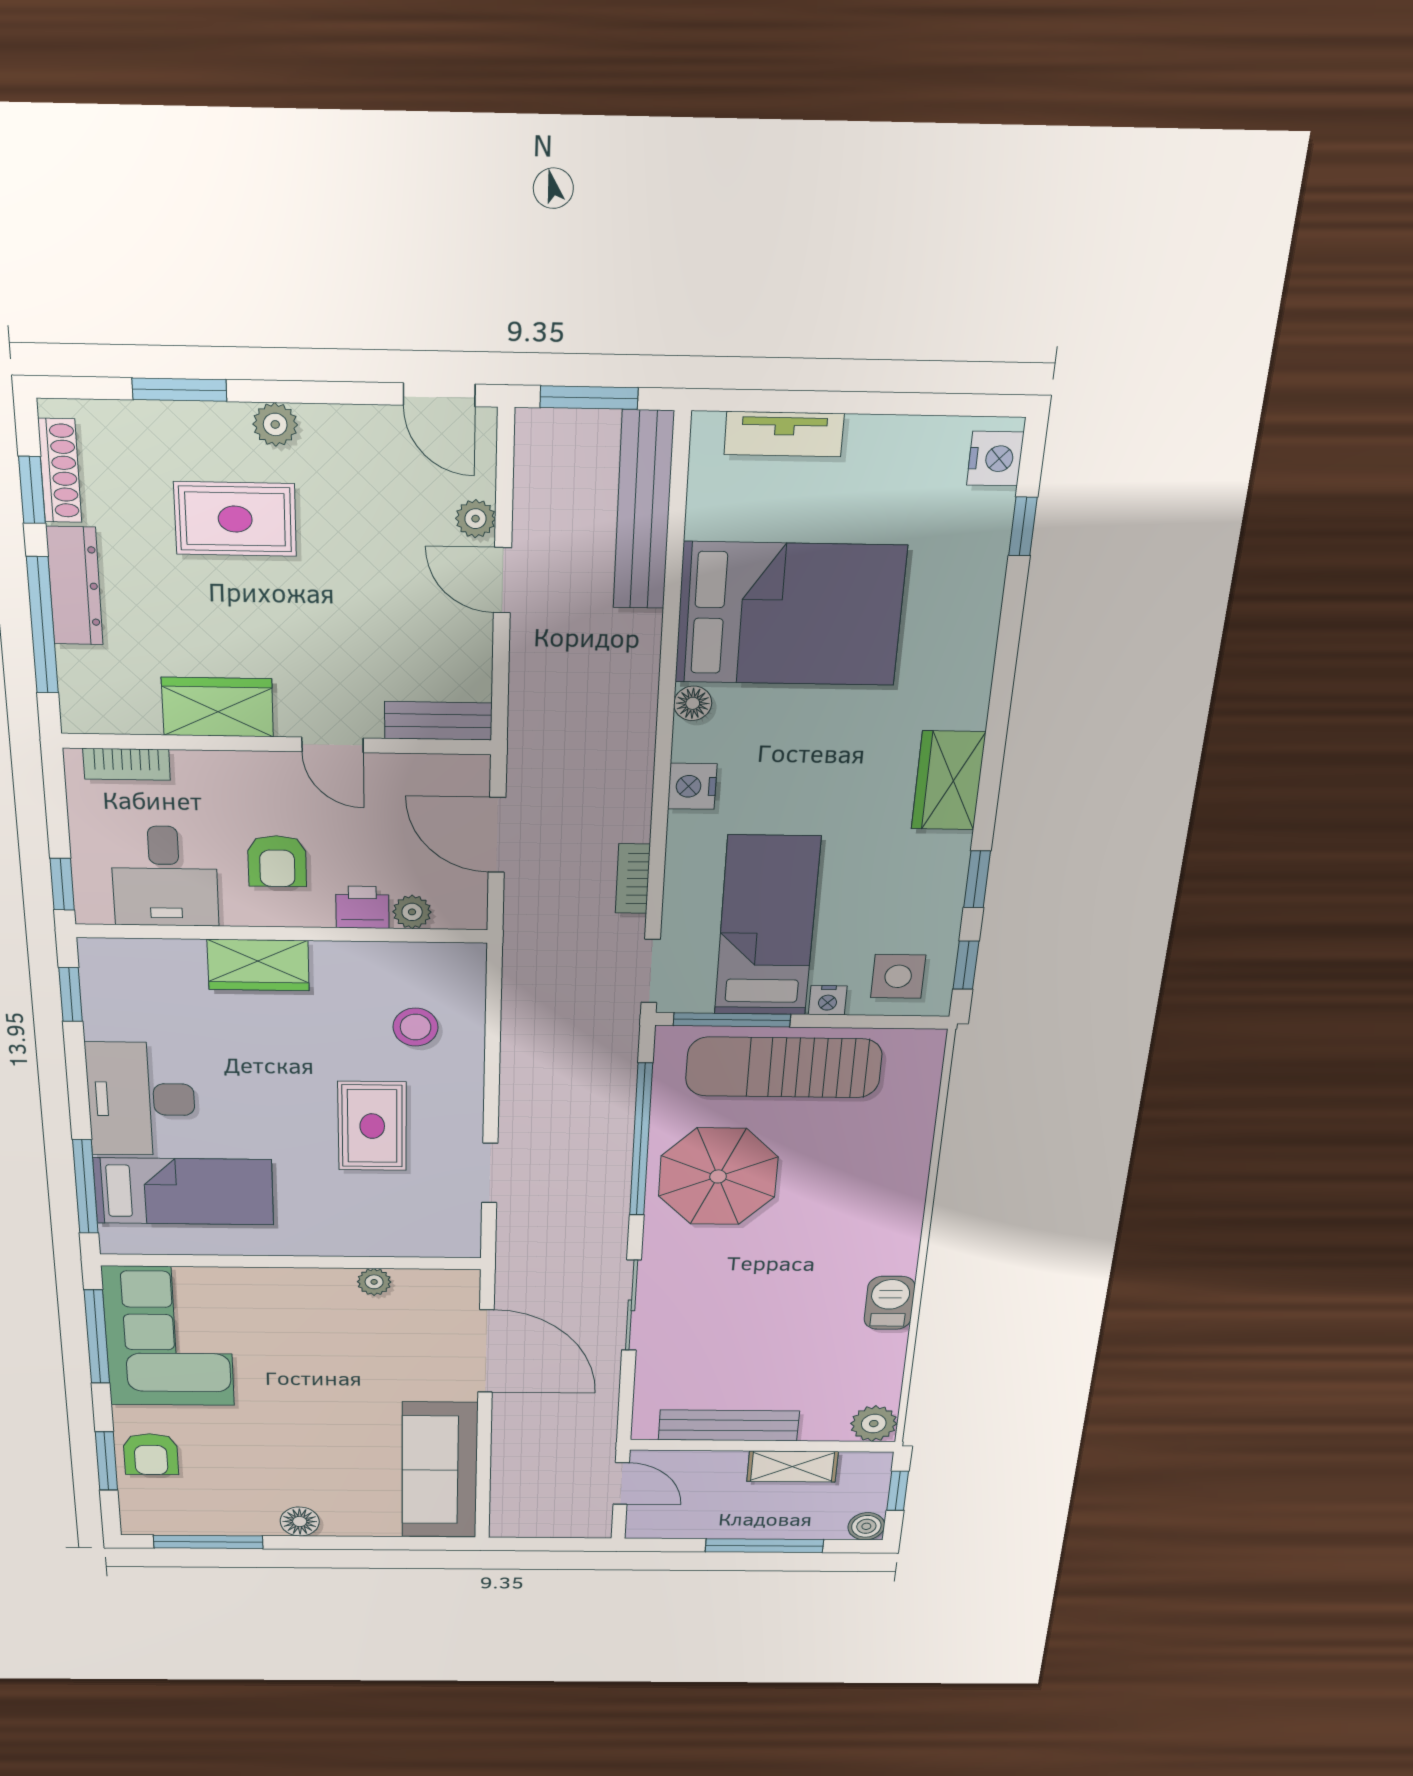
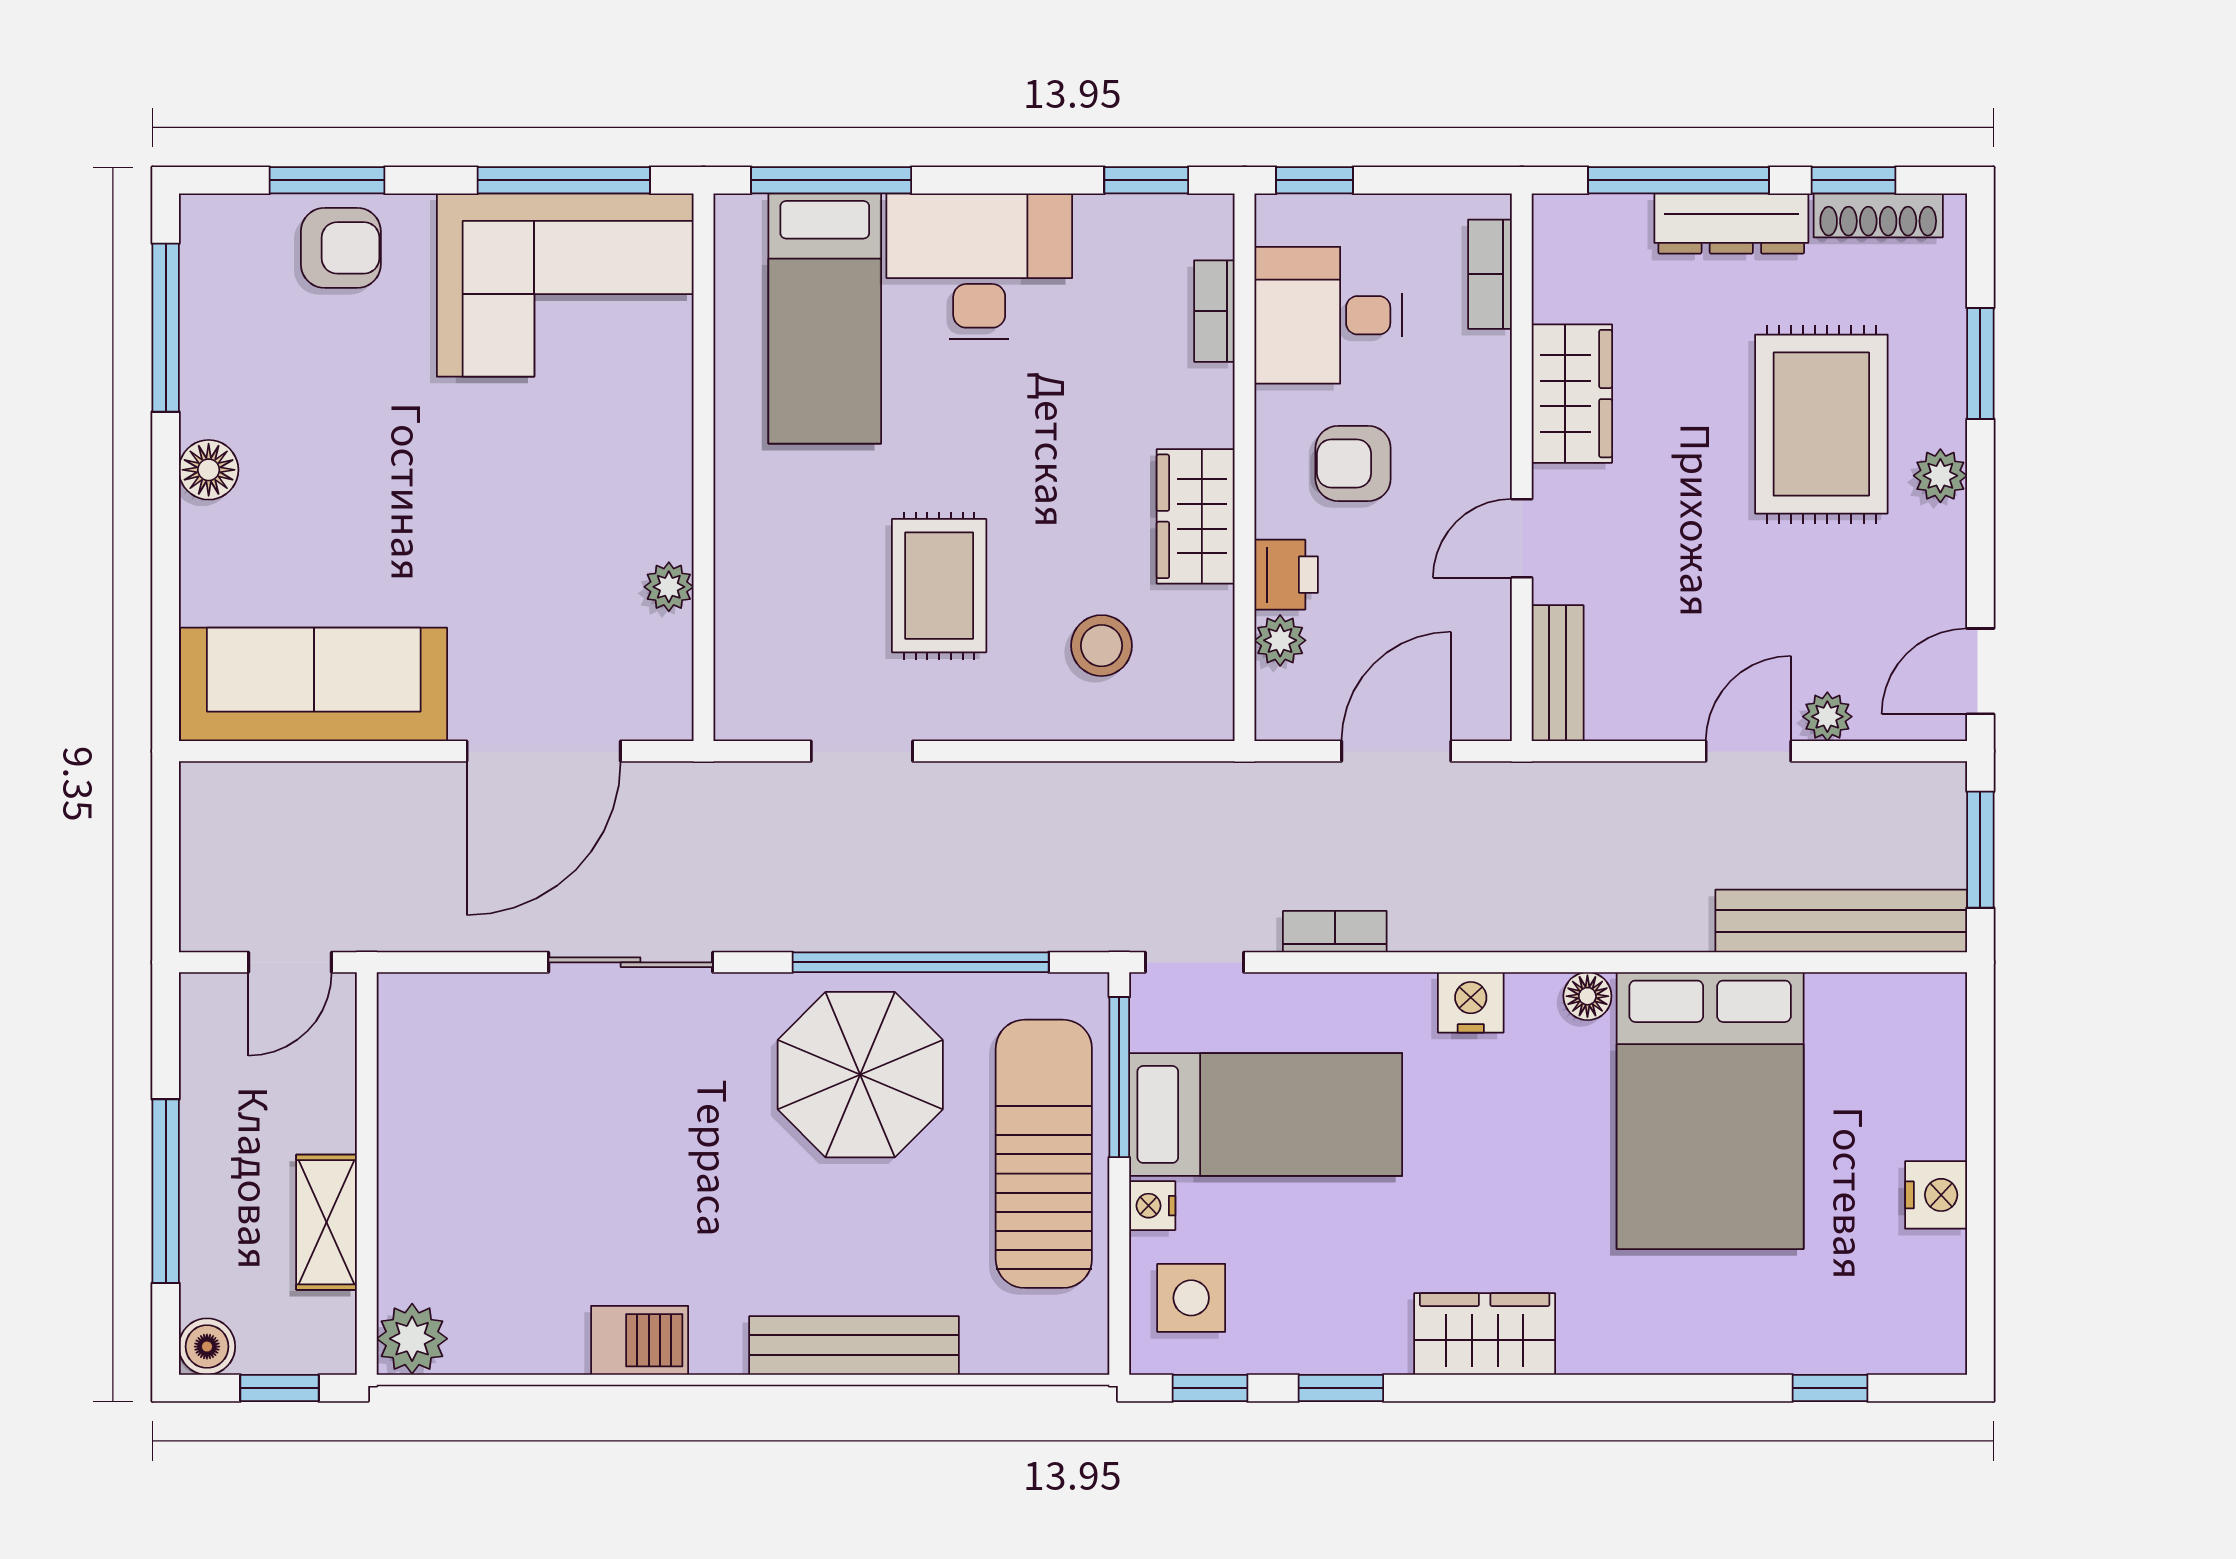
tv unit: (784, 434) -> (1940, 1085), removed
nightstand: (995, 459) -> (1936, 1195), moved, turned -90
rug: (235, 519) -> (1821, 424), width x1.36, depth x1.43
bookcase: (165, 952) -> (1214, 311), added
wardrobe: (258, 965) -> (1196, 516), moved
rug: (372, 1126) -> (939, 586), turned 90
bench: (729, 1425) -> (854, 1345), moved, turned 90
armchair: (151, 1454) -> (341, 248), turned 180

